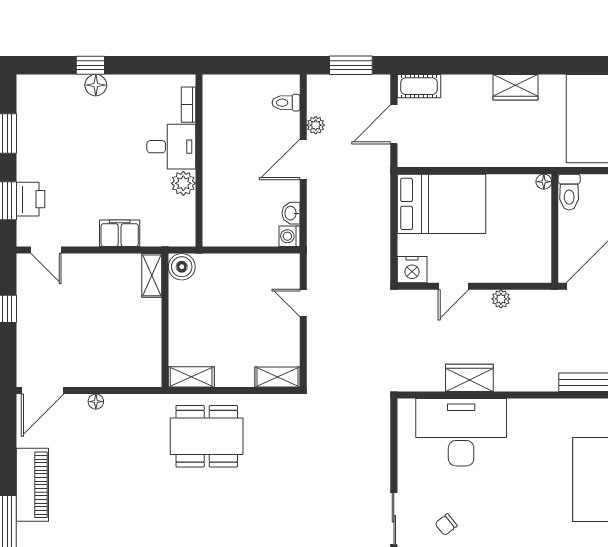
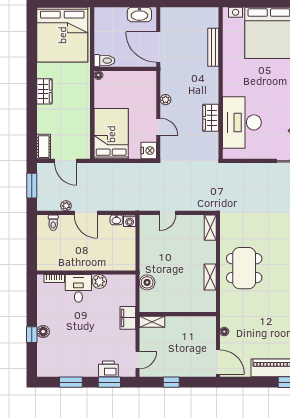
shelving: (152, 275) -> (152, 322), moved
wall: (165, 320) -> (178, 314), moved

